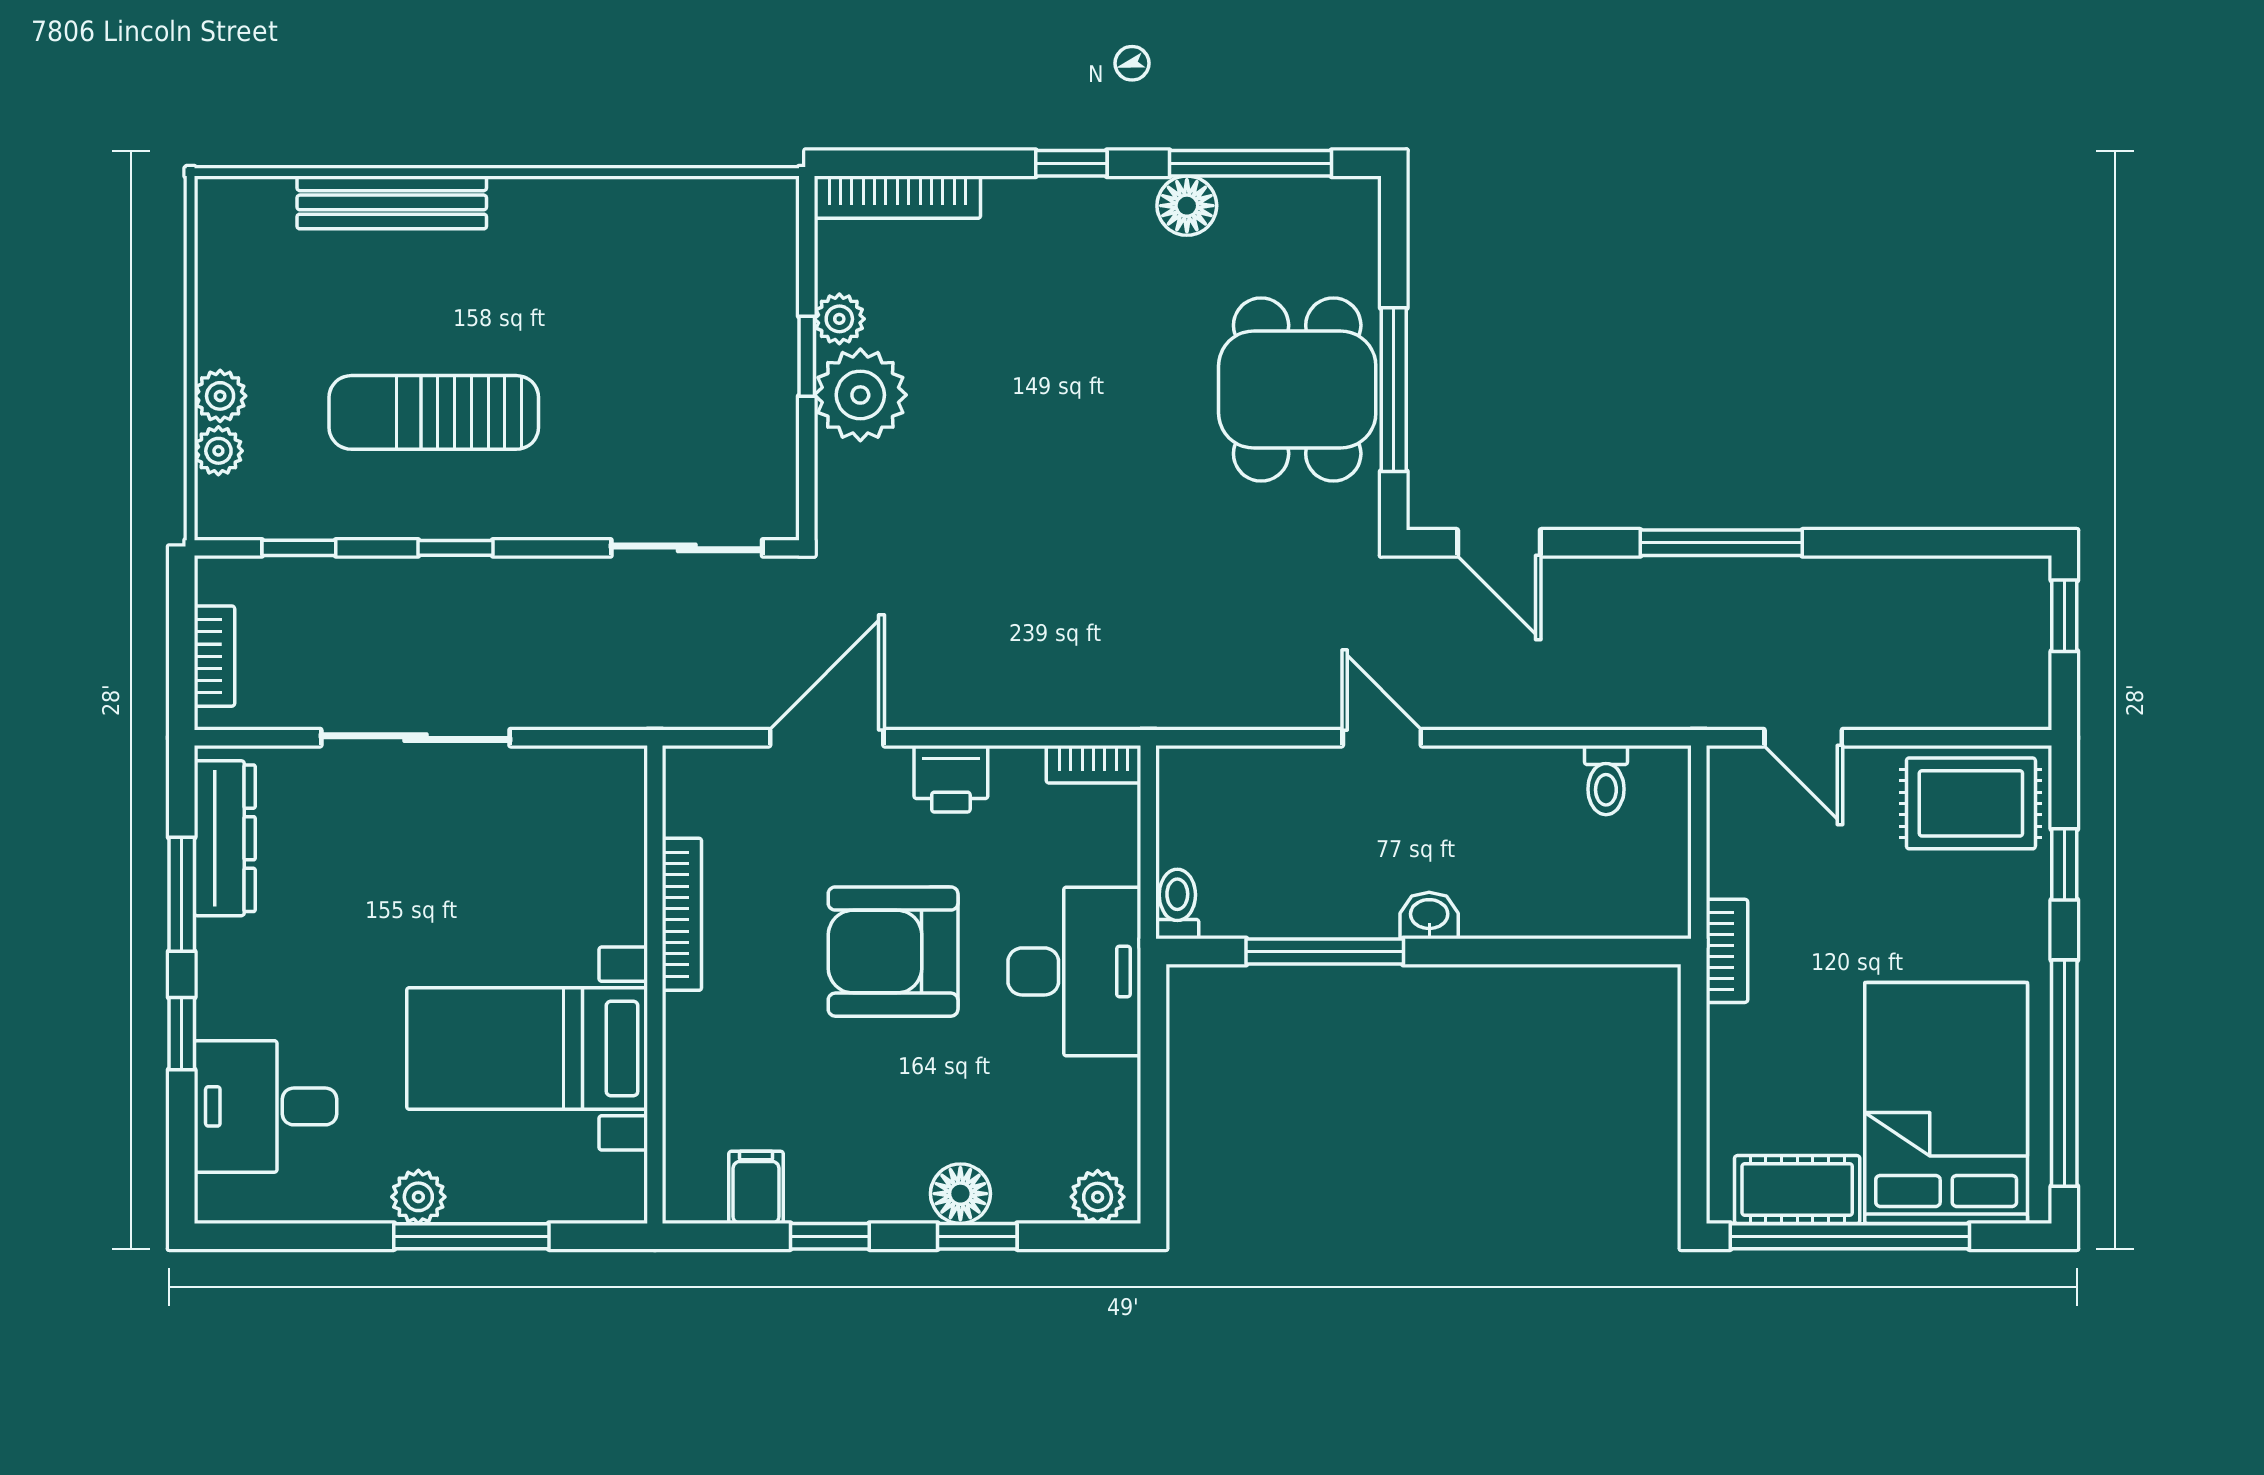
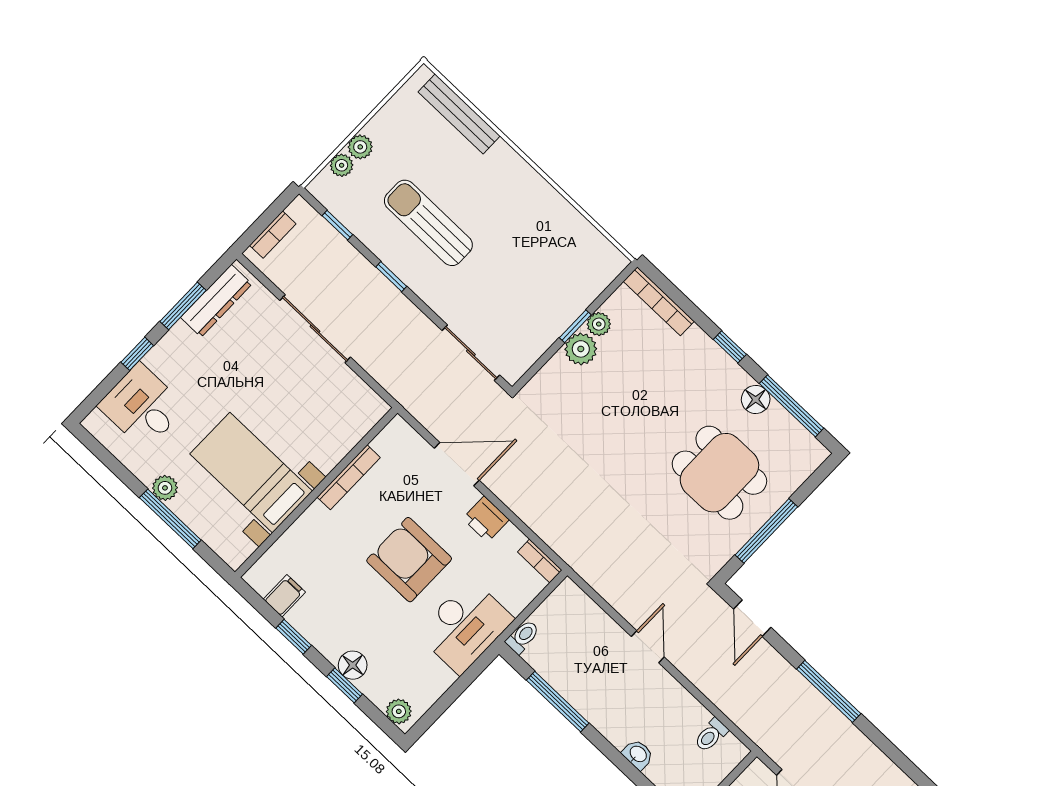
bench: (392, 202) -> (459, 114), moved
dining table: (1297, 389) -> (719, 473), moved, turned 90
plant: (860, 395) -> (581, 349), width x0.73, depth x0.73
washbasin: (1429, 915) -> (638, 754), moved

